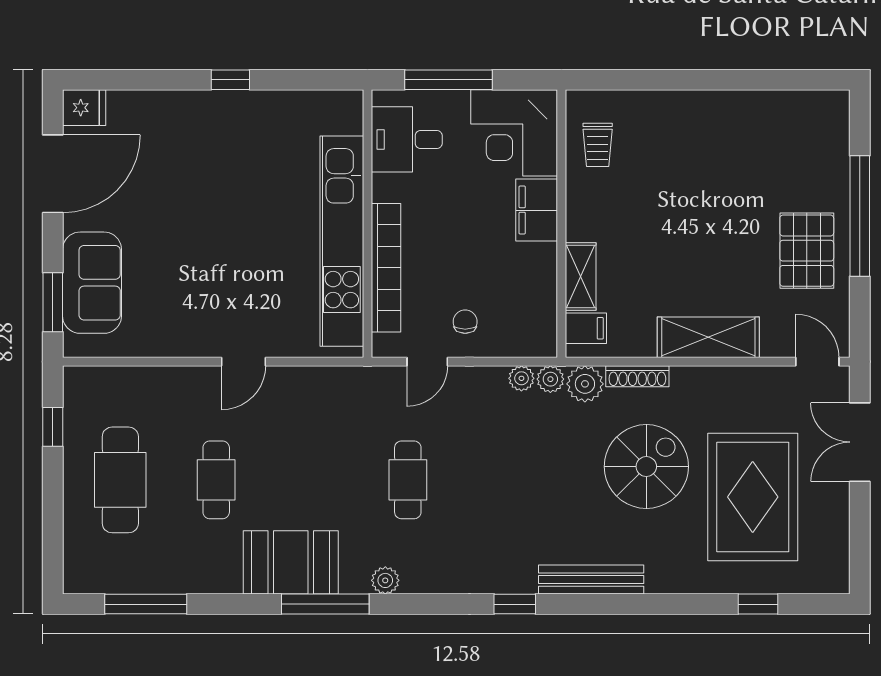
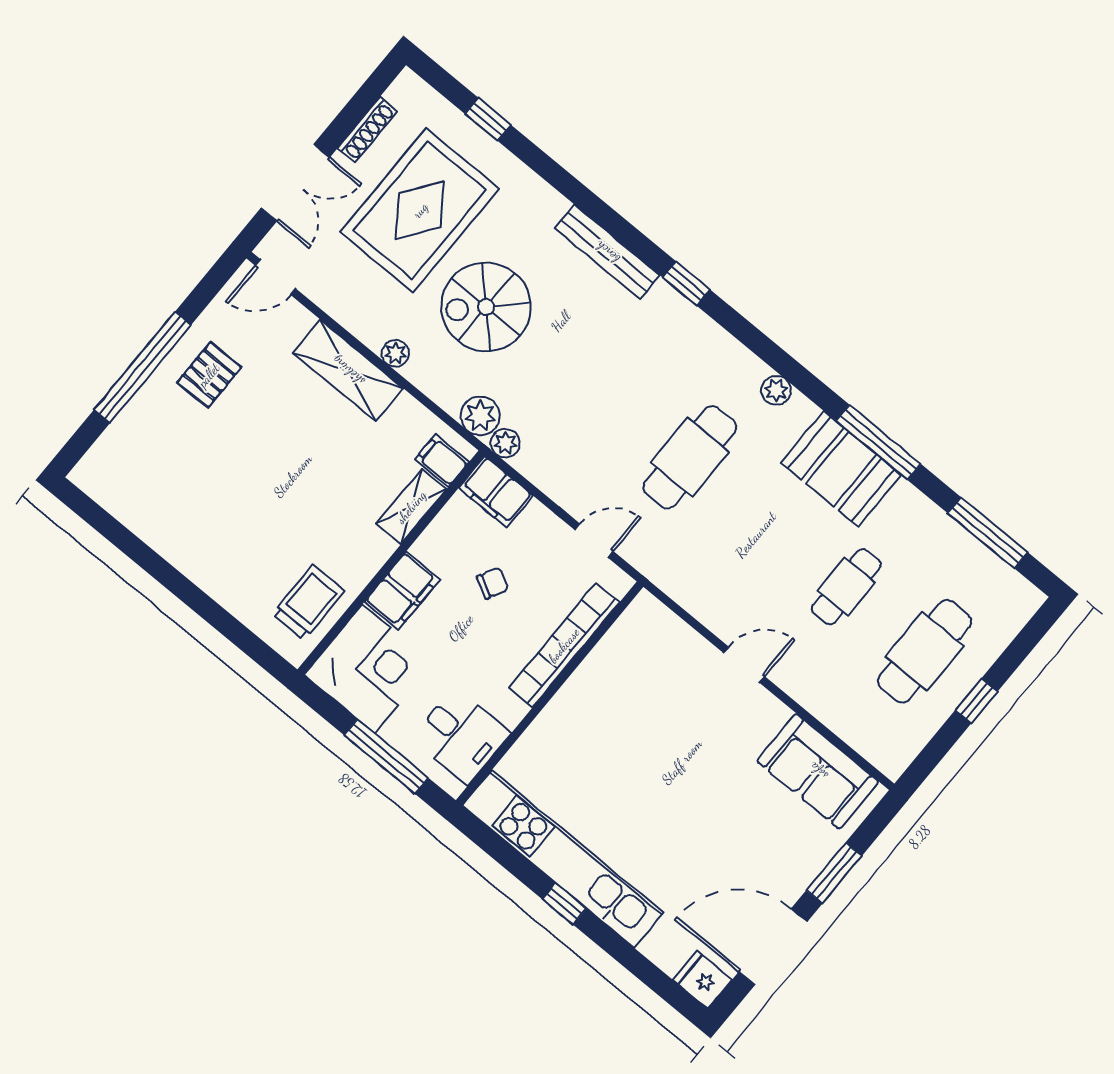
trolley: (598, 145) -> (309, 602), width x1.36, depth x1.39
kitchen unit: (342, 241) -> (563, 859), moved, turned -90
pallet: (807, 251) -> (209, 375), width x0.67, depth x0.71
sofa: (92, 283) -> (818, 771), moved, turned -90
window: (53, 302) -> (834, 873), moved
chair: (465, 322) -> (493, 583), moved, turned -153
filing cabinet: (528, 338) -> (496, 492), added
door: (817, 362) -> (275, 277), hinge flipped
shoe rack: (637, 376) -> (367, 130), moved, turned 90
plant: (521, 378) -> (395, 353), moved
window: (53, 427) -> (977, 701), moved
cafe table: (408, 480) -> (690, 457), width x1.37, depth x1.35
window: (325, 604) -> (878, 442), moved

